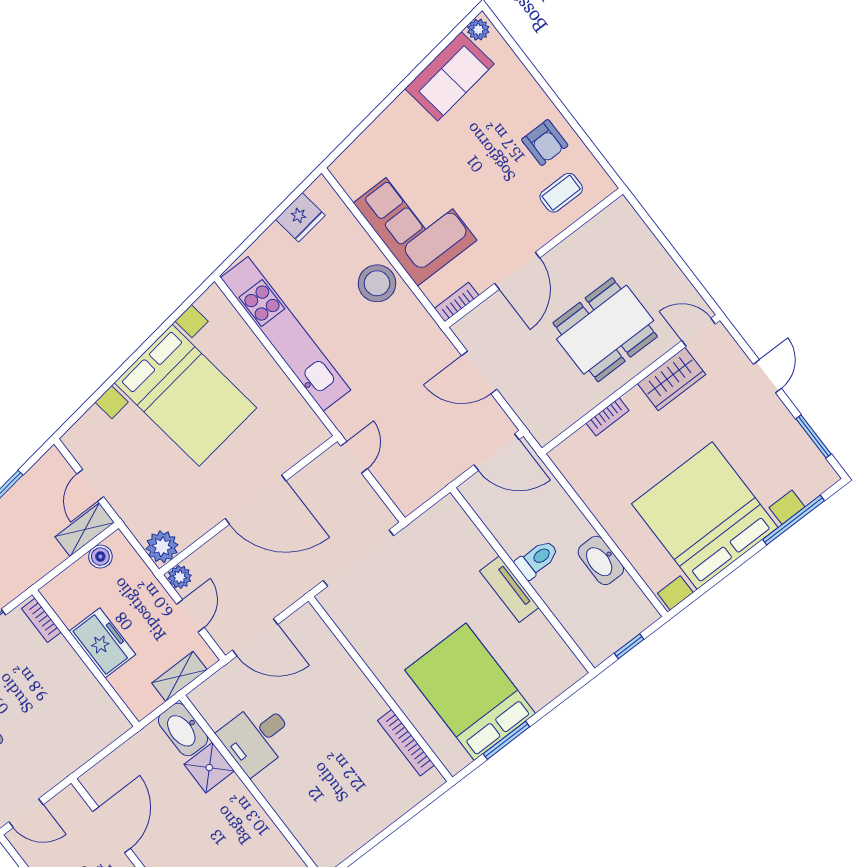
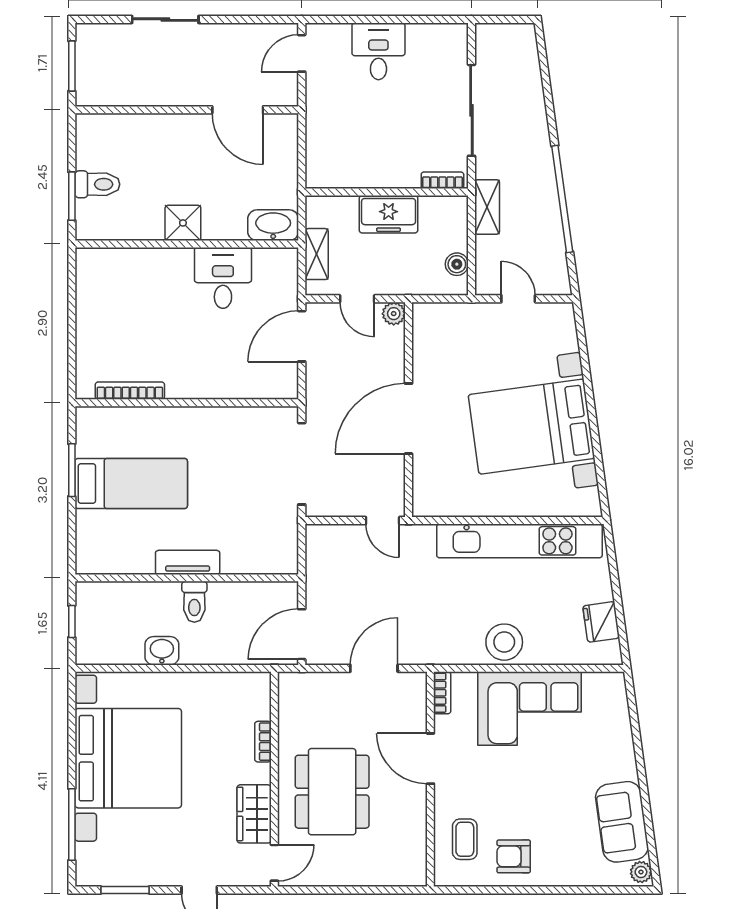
shelving: (85, 530) -> (487, 207), moved
plant: (162, 547) -> (428, 318), removed
washbasin: (601, 560) -> (162, 651), width x0.72
bed: (470, 692) -> (131, 484), width x0.67
shower: (209, 768) -> (183, 223), moved

